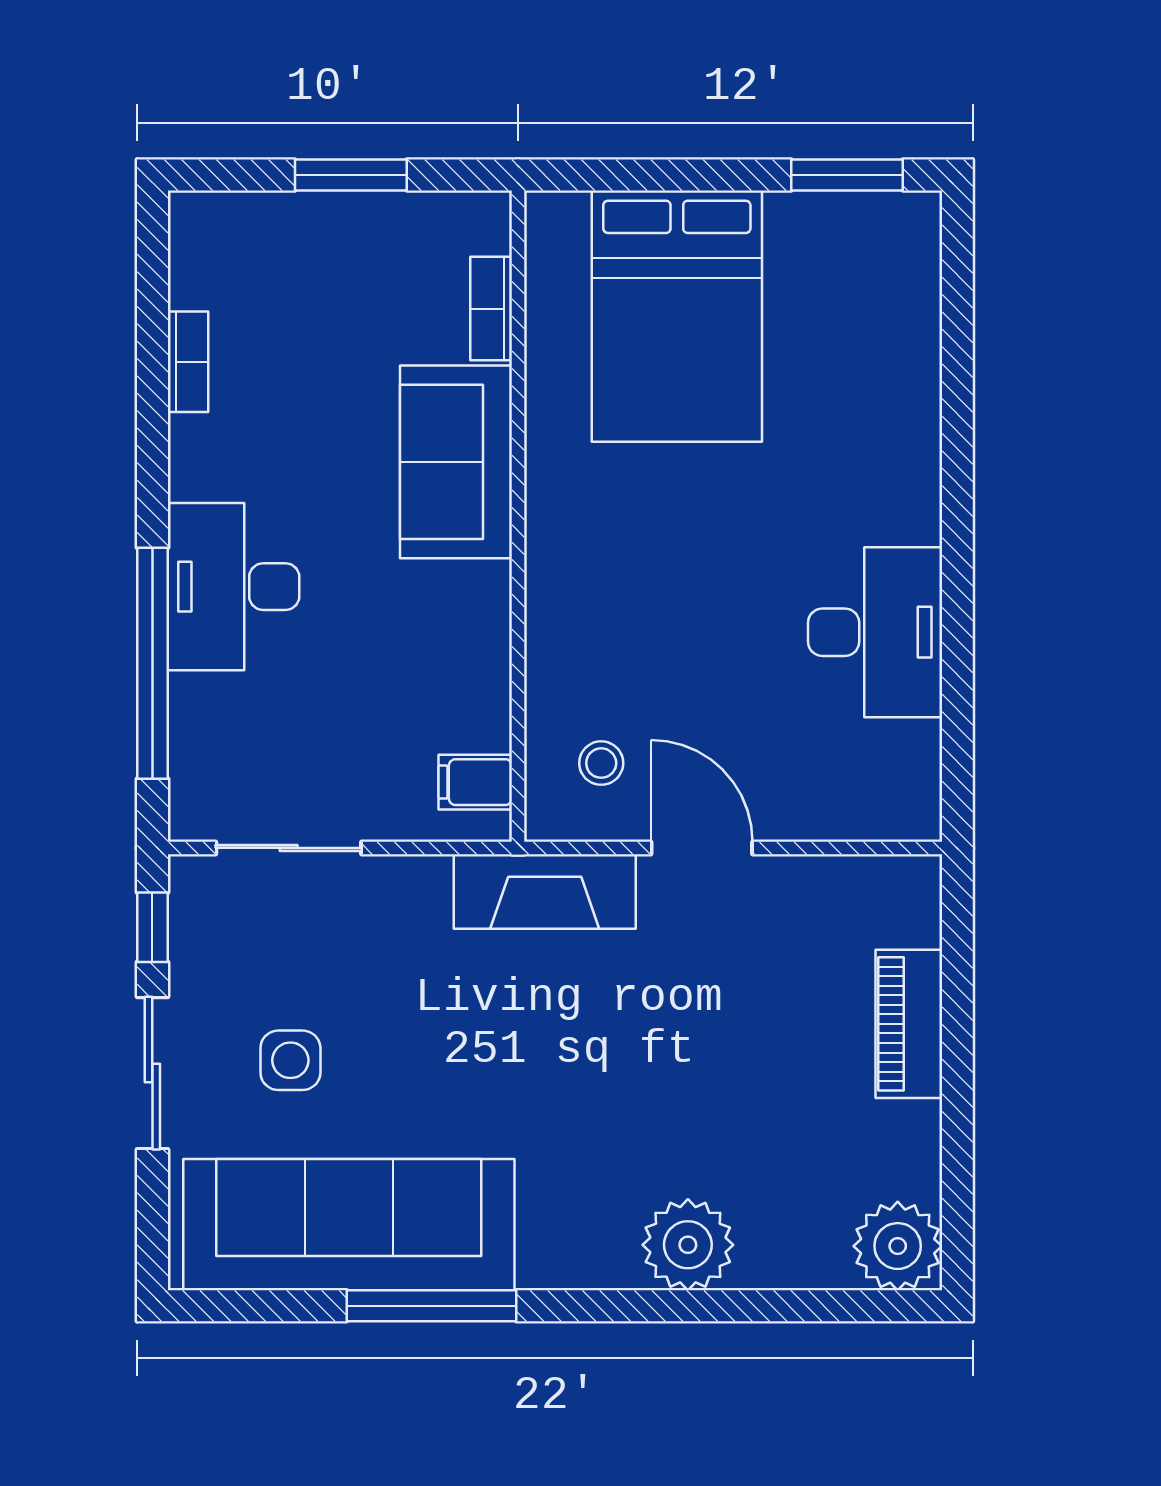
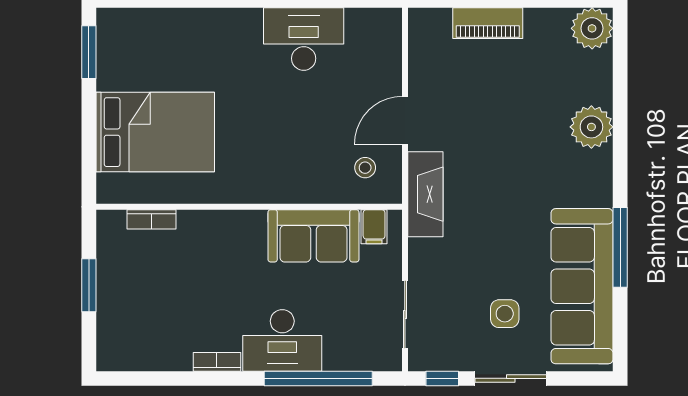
bookcase: (188, 362) -> (217, 362), moved
sofa: (456, 462) -> (313, 236), moved

